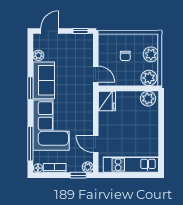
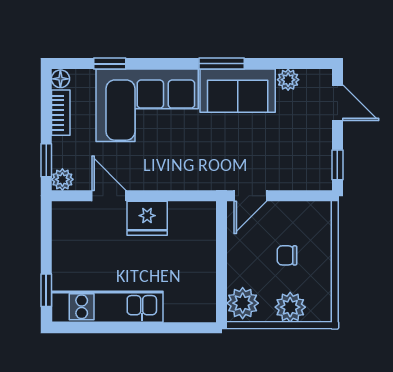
plant: (148, 99) -> (201, 301), removed
fridge: (107, 101) -> (147, 218), moved
window: (30, 144) -> (110, 64), width x0.46
door: (96, 144) -> (109, 196), hinge flipped
kitchen unit: (131, 165) -> (107, 307), moved, turned -90
window: (142, 175) -> (46, 290), added

